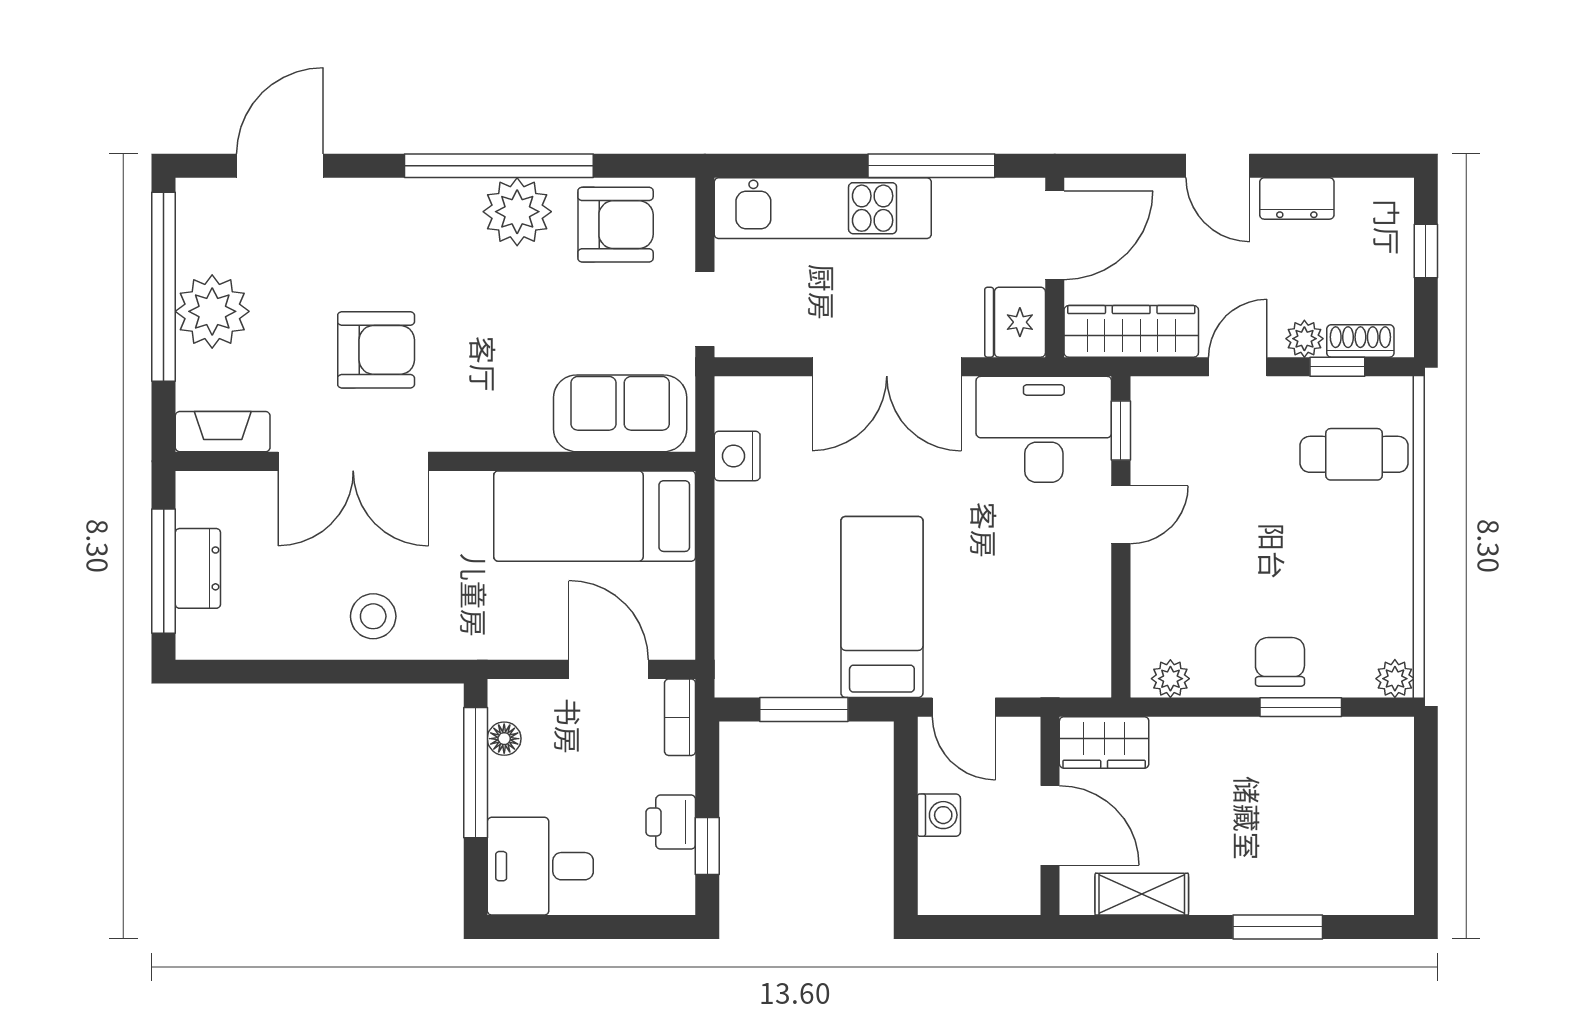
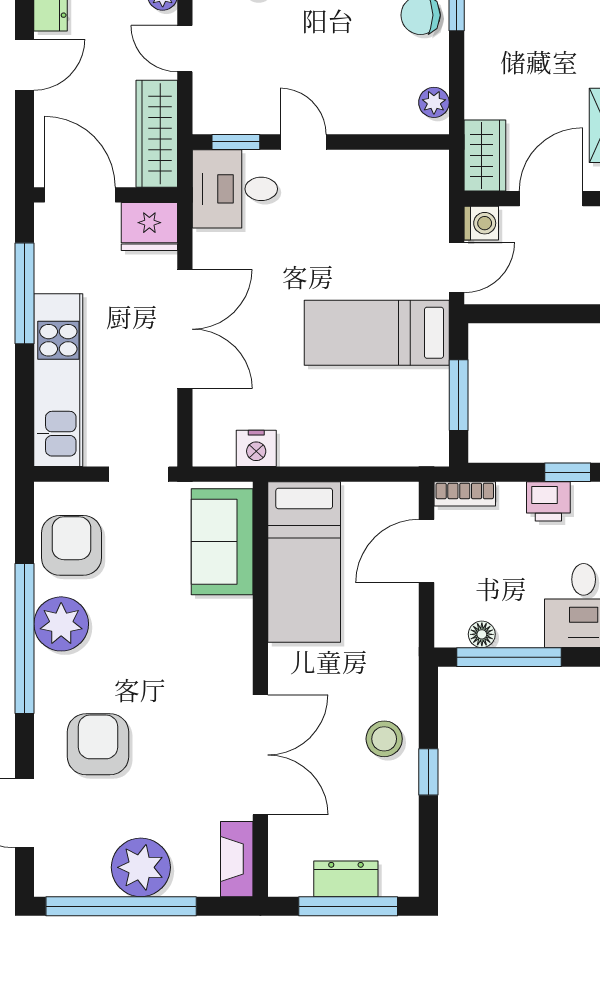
armchair: (376, 350) -> (98, 744), moved
desk: (1044, 429) -> (235, 189), width x0.73
window: (332, 672) -> (428, 772), added
washing machine: (939, 815) -> (481, 223), moved, turned 90

